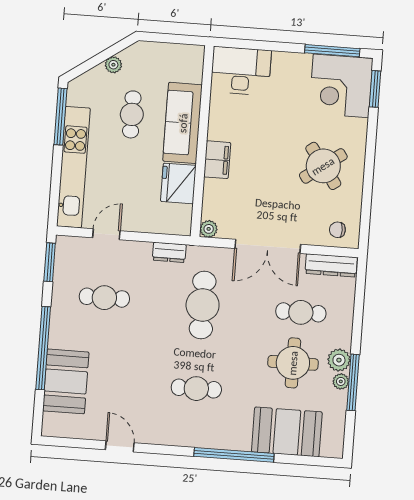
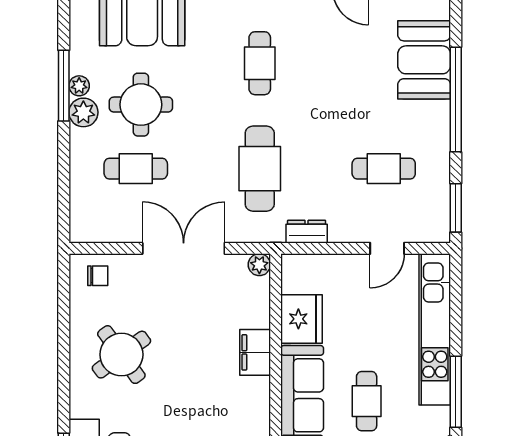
dresser: (331, 265) -> (102, 231), removed
cafe table: (196, 389) -> (260, 63), turned 90

